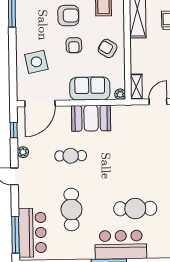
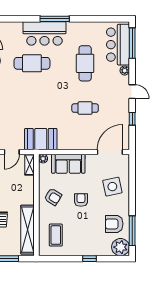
armchair: (68, 16) -> (114, 224), moved
booth: (91, 118) -> (41, 139), moved
window: (14, 130) -> (132, 119), moved
plant: (23, 152) -> (125, 70), moved

